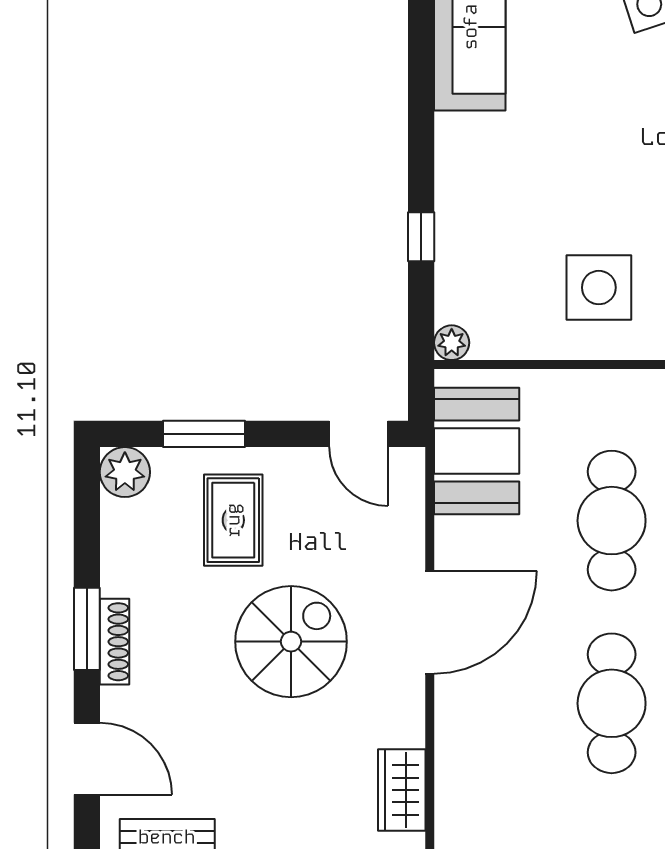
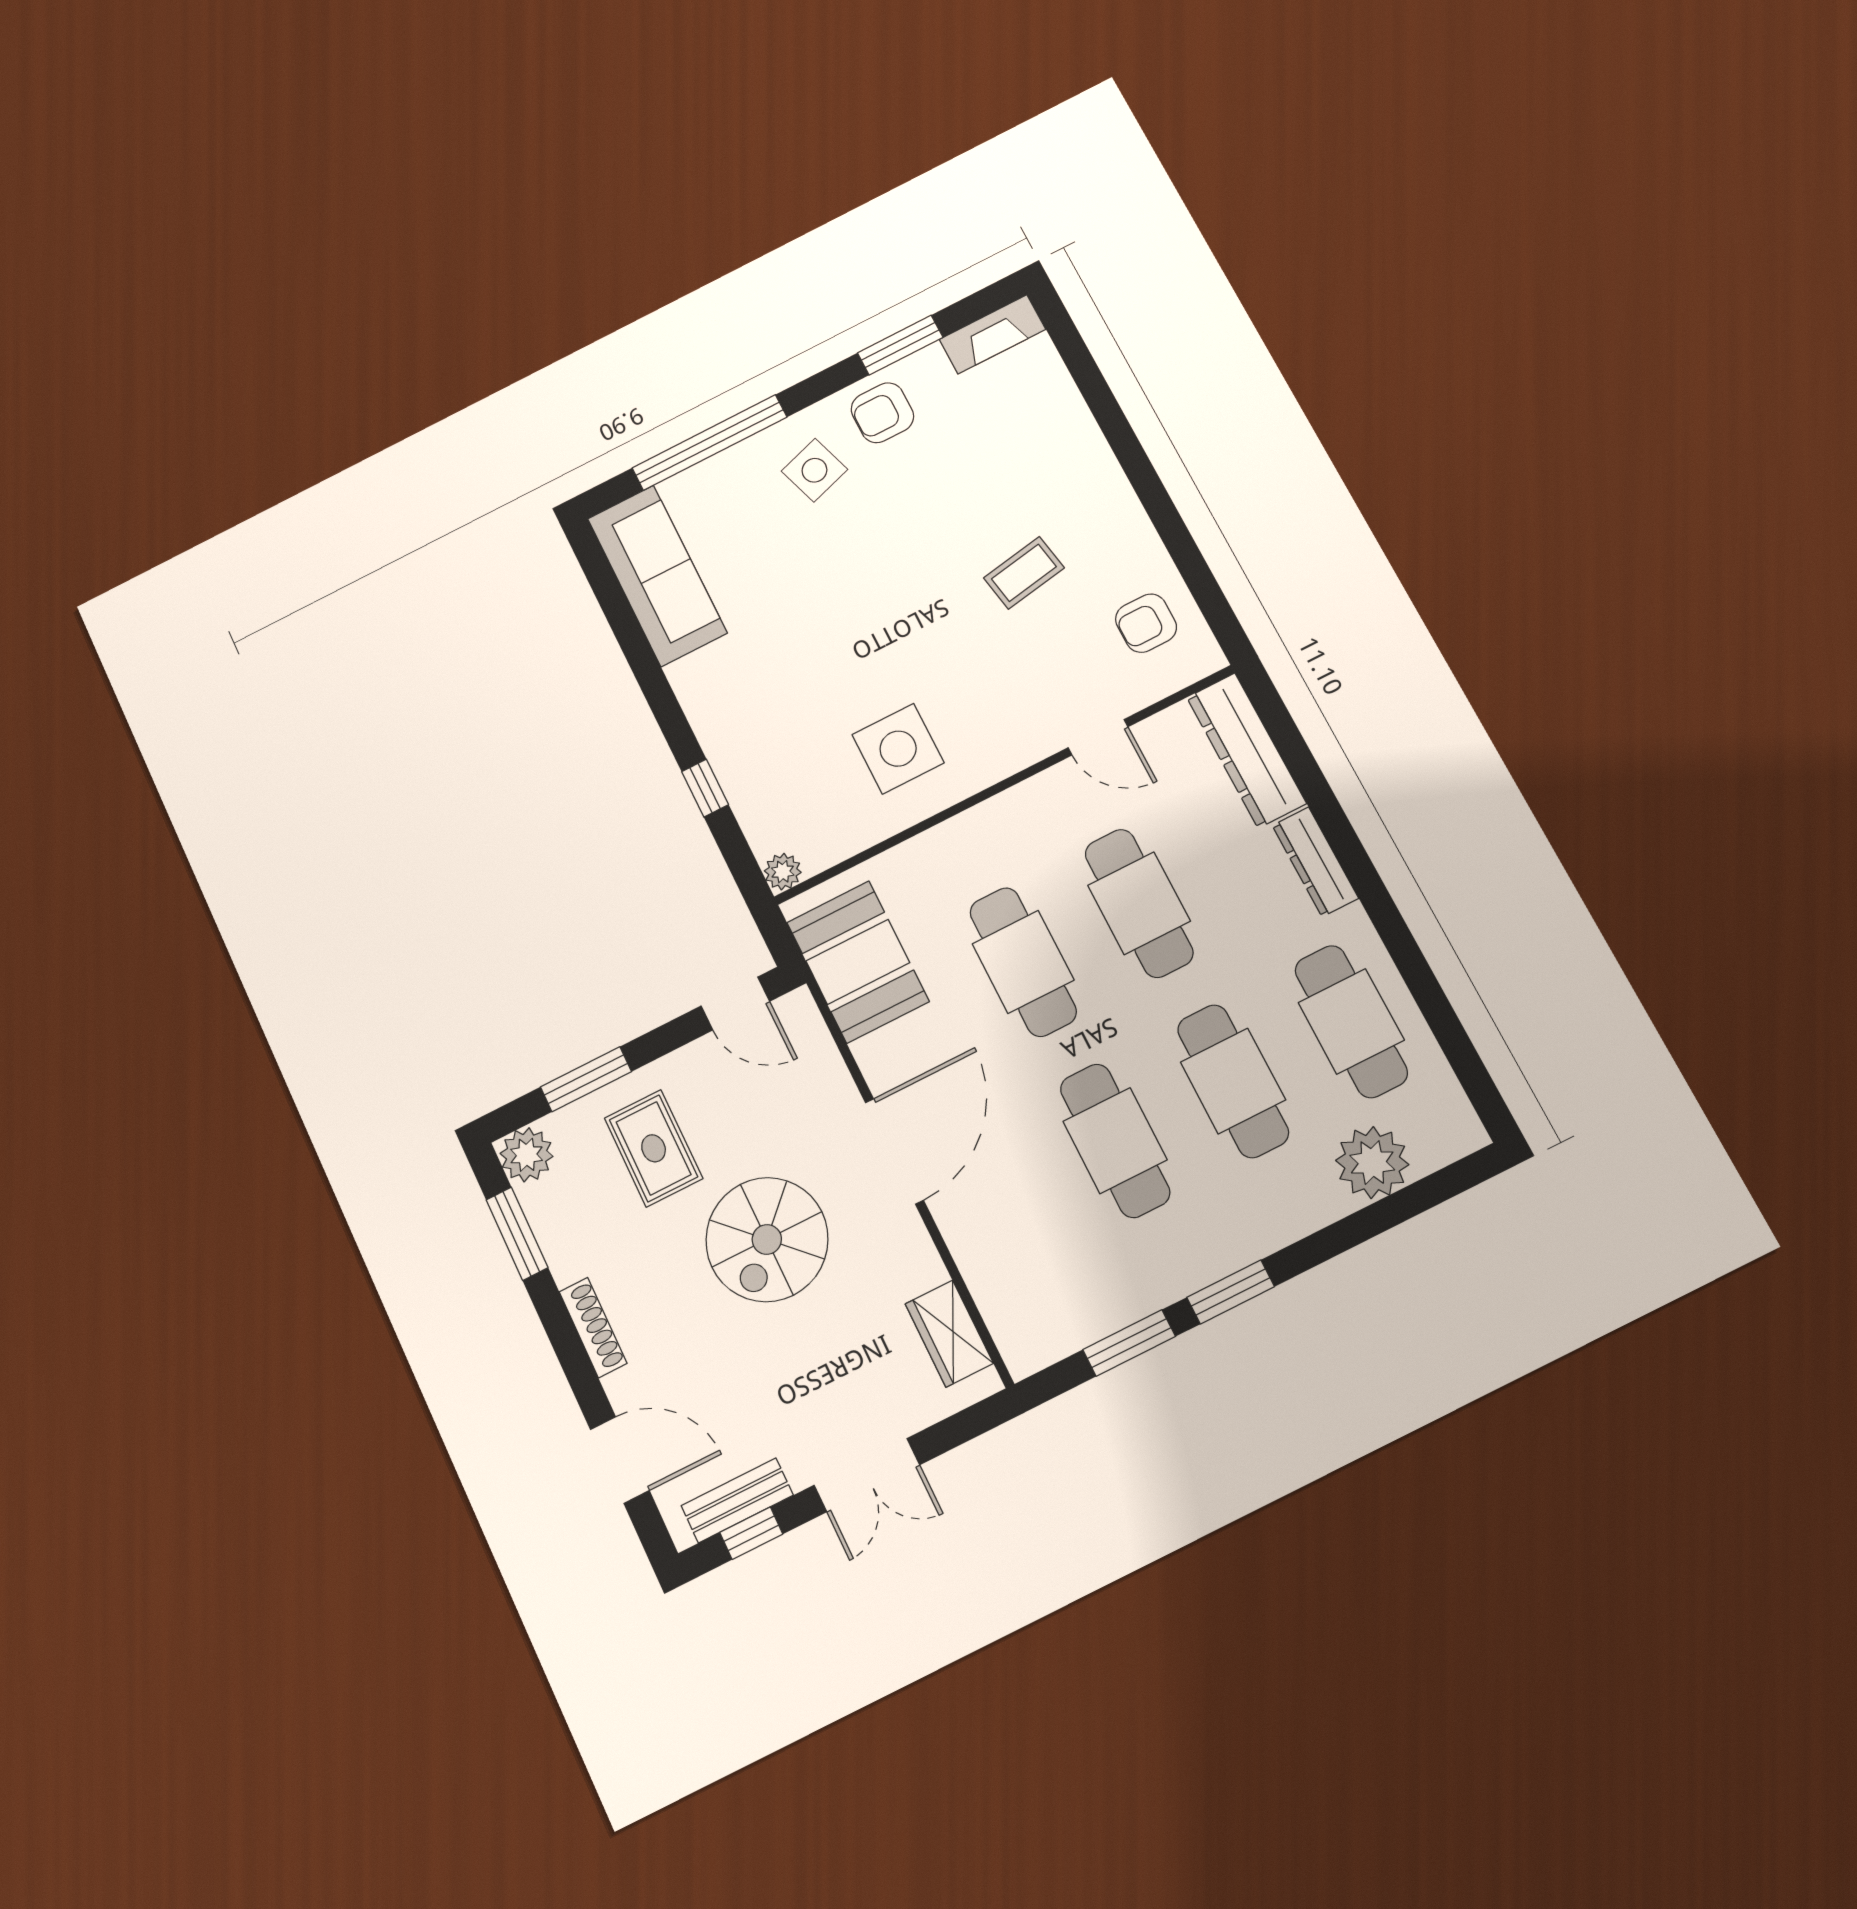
window: (87, 629) -> (517, 1234), moved
spiral stairs: (291, 642) -> (767, 1239), turned 180

